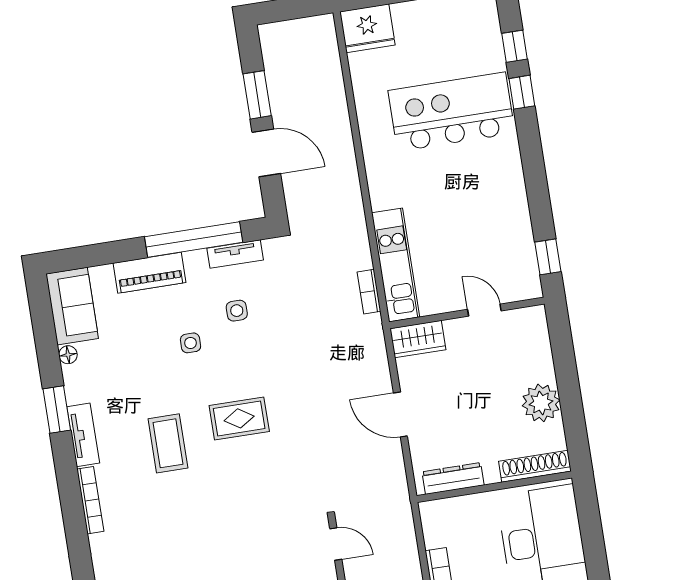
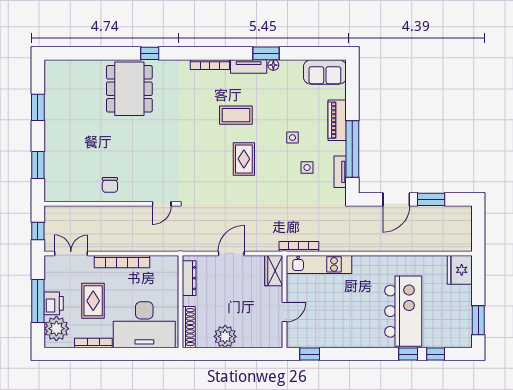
bookcase: (369, 292) -> (299, 246), width x1.56
floor lamp: (68, 355) -> (273, 65), moved

